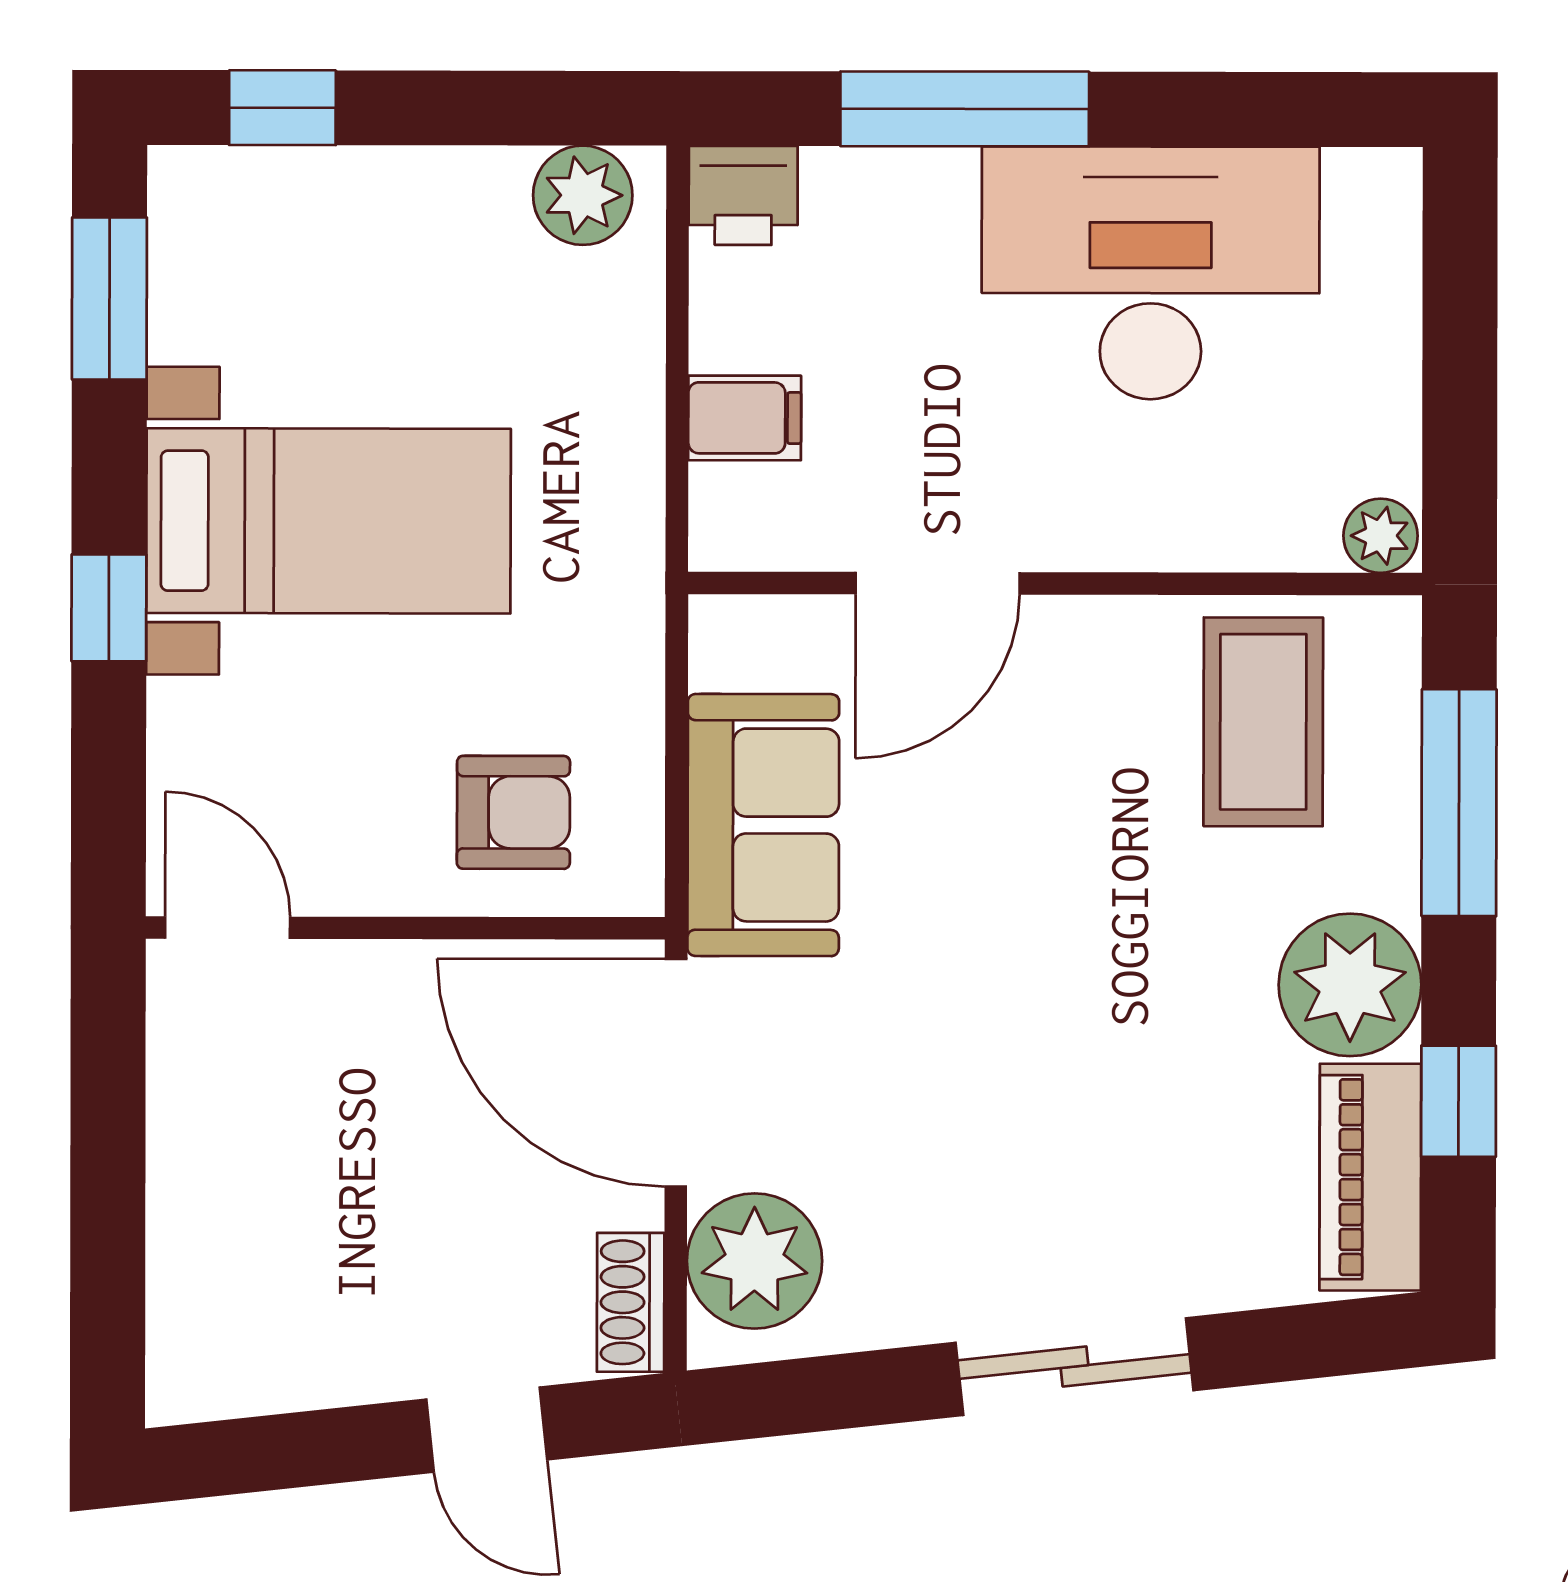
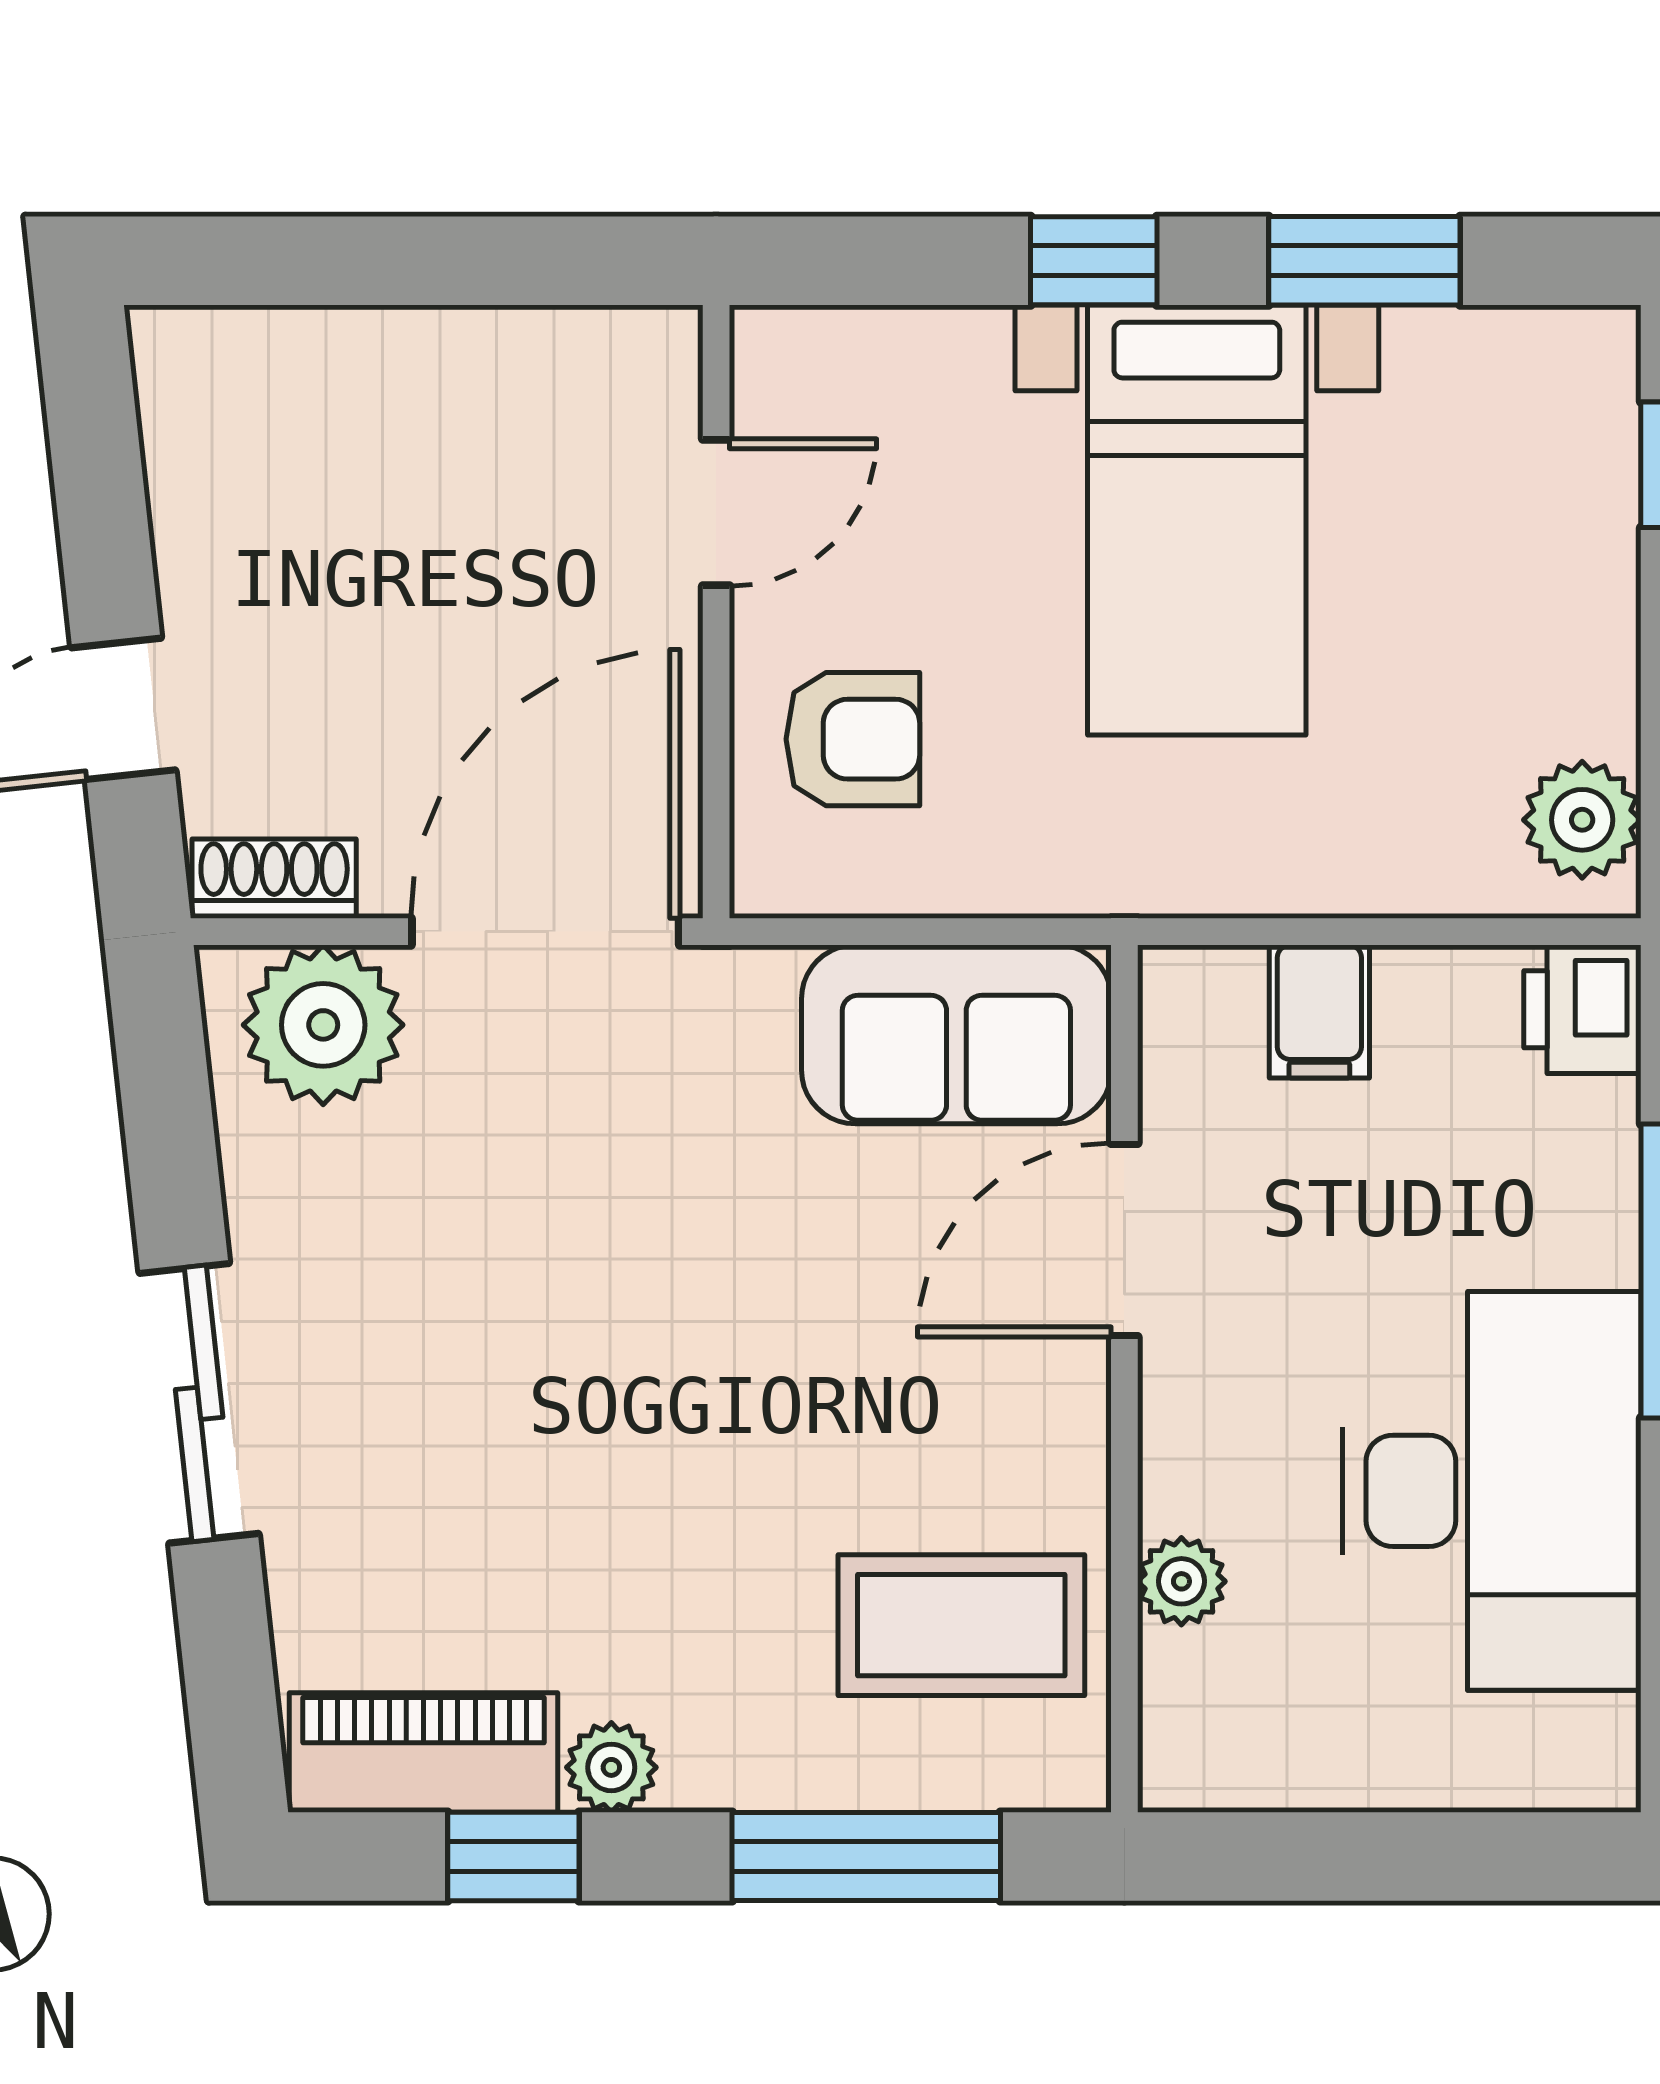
window: (109, 298) -> (1364, 261), moved
plant: (1381, 536) -> (1181, 1581), moved
door: (938, 583) -> (1124, 1240), hinge flipped
armchair: (513, 812) -> (853, 739), turned -90
sofa: (763, 825) -> (956, 1034), moved
door: (228, 928) -> (716, 513), moved
plant: (1350, 985) -> (611, 1767), width x0.53, depth x0.53

